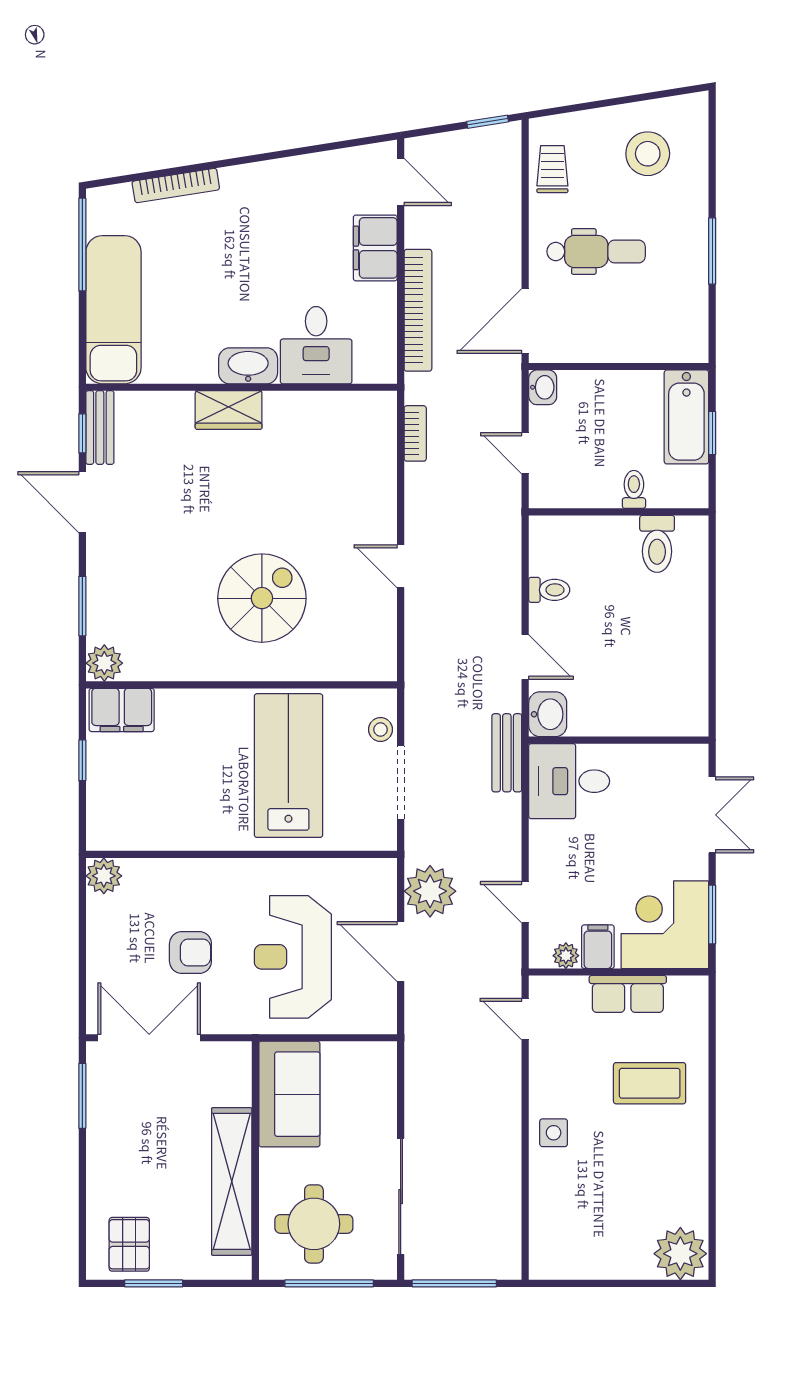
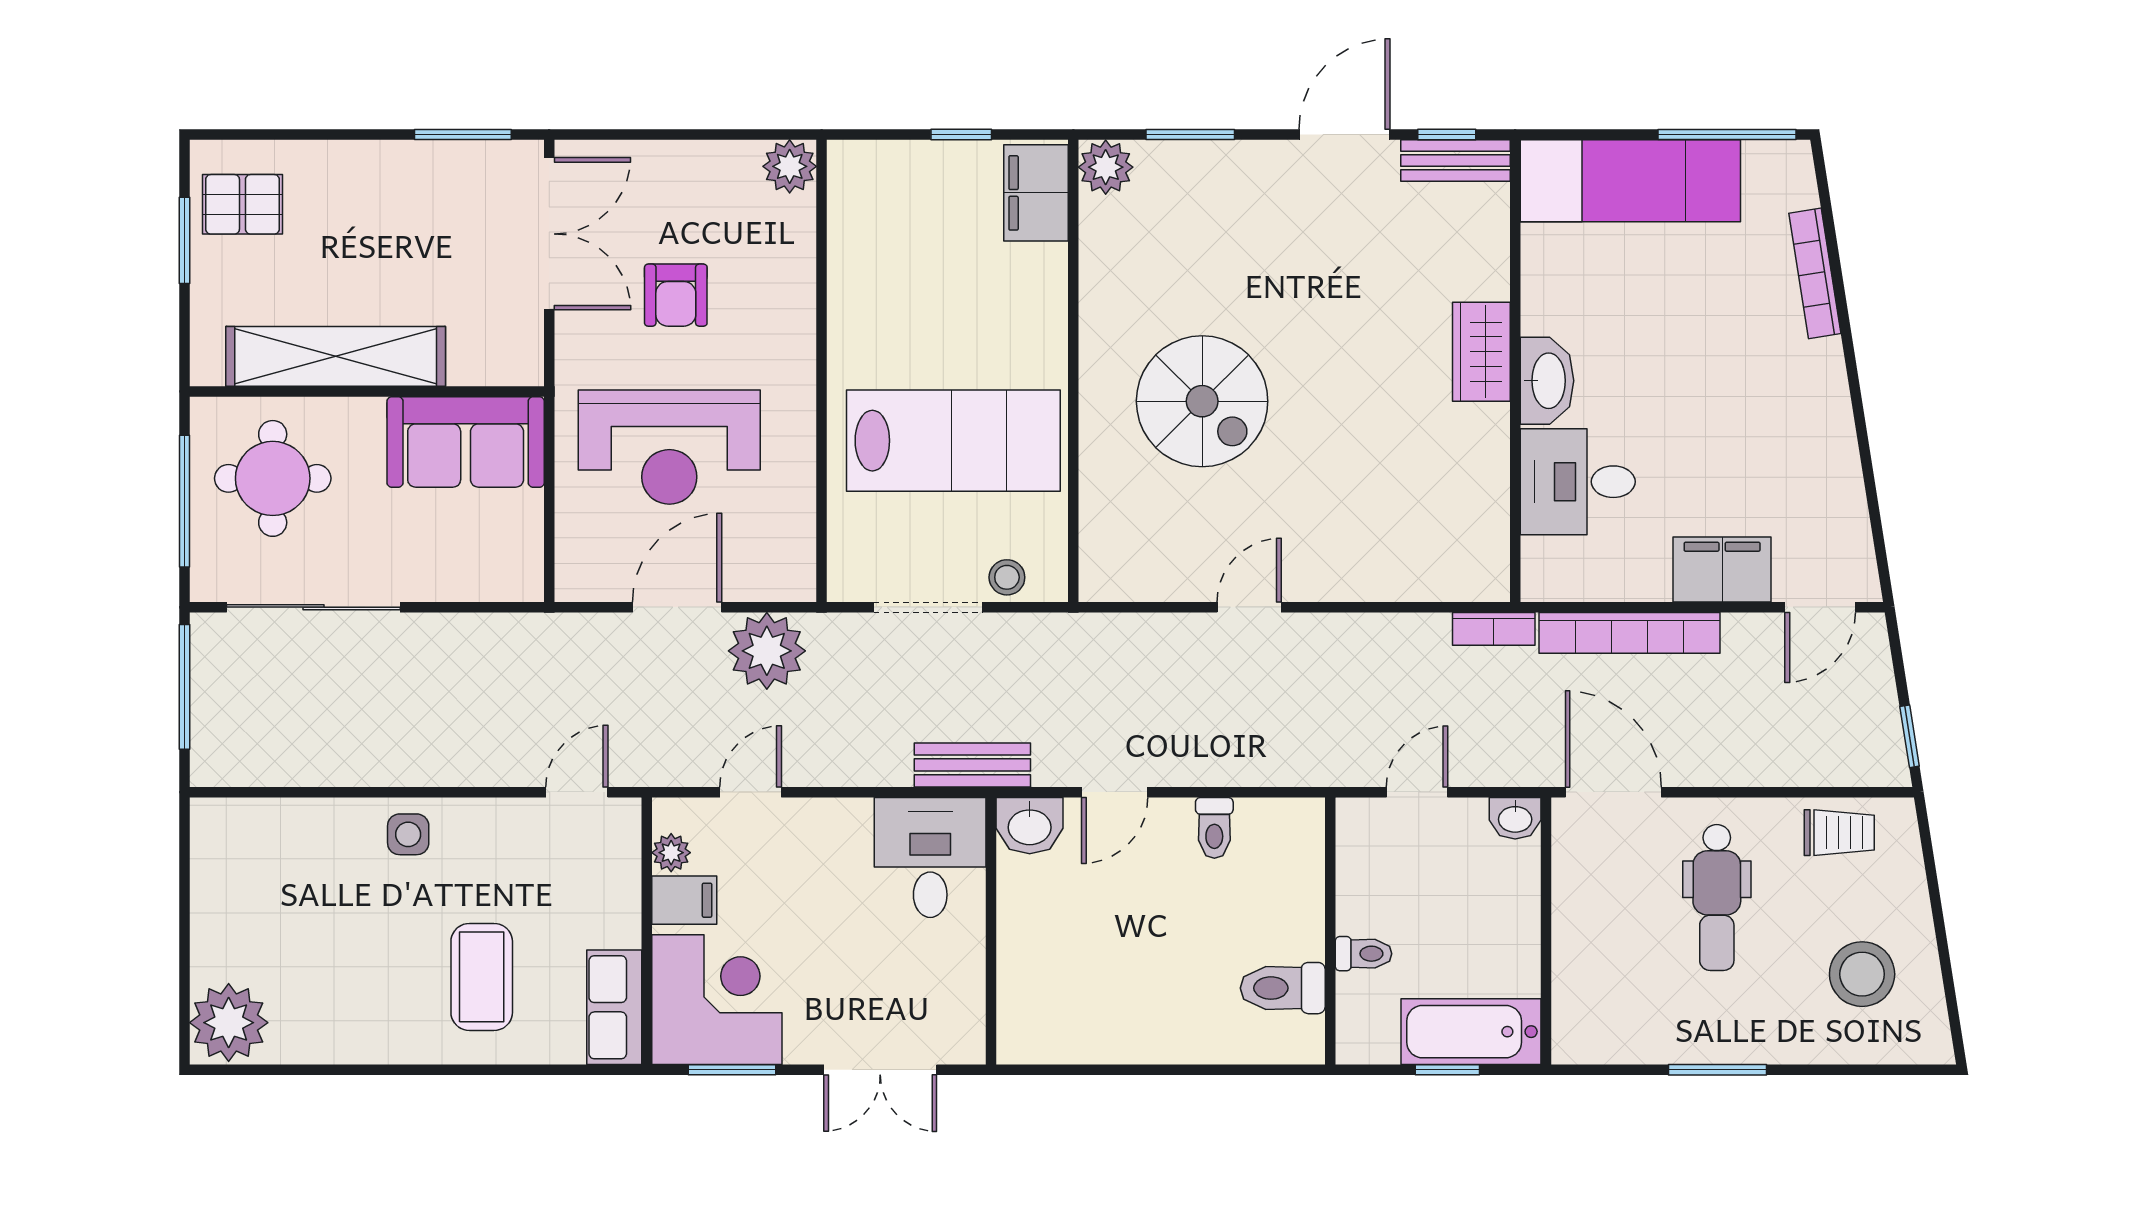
bookcase: (415, 433) -> (1494, 629), moved
reception desk: (293, 957) -> (669, 447), turned 180
row of seats: (628, 994) -> (614, 1007), moved

